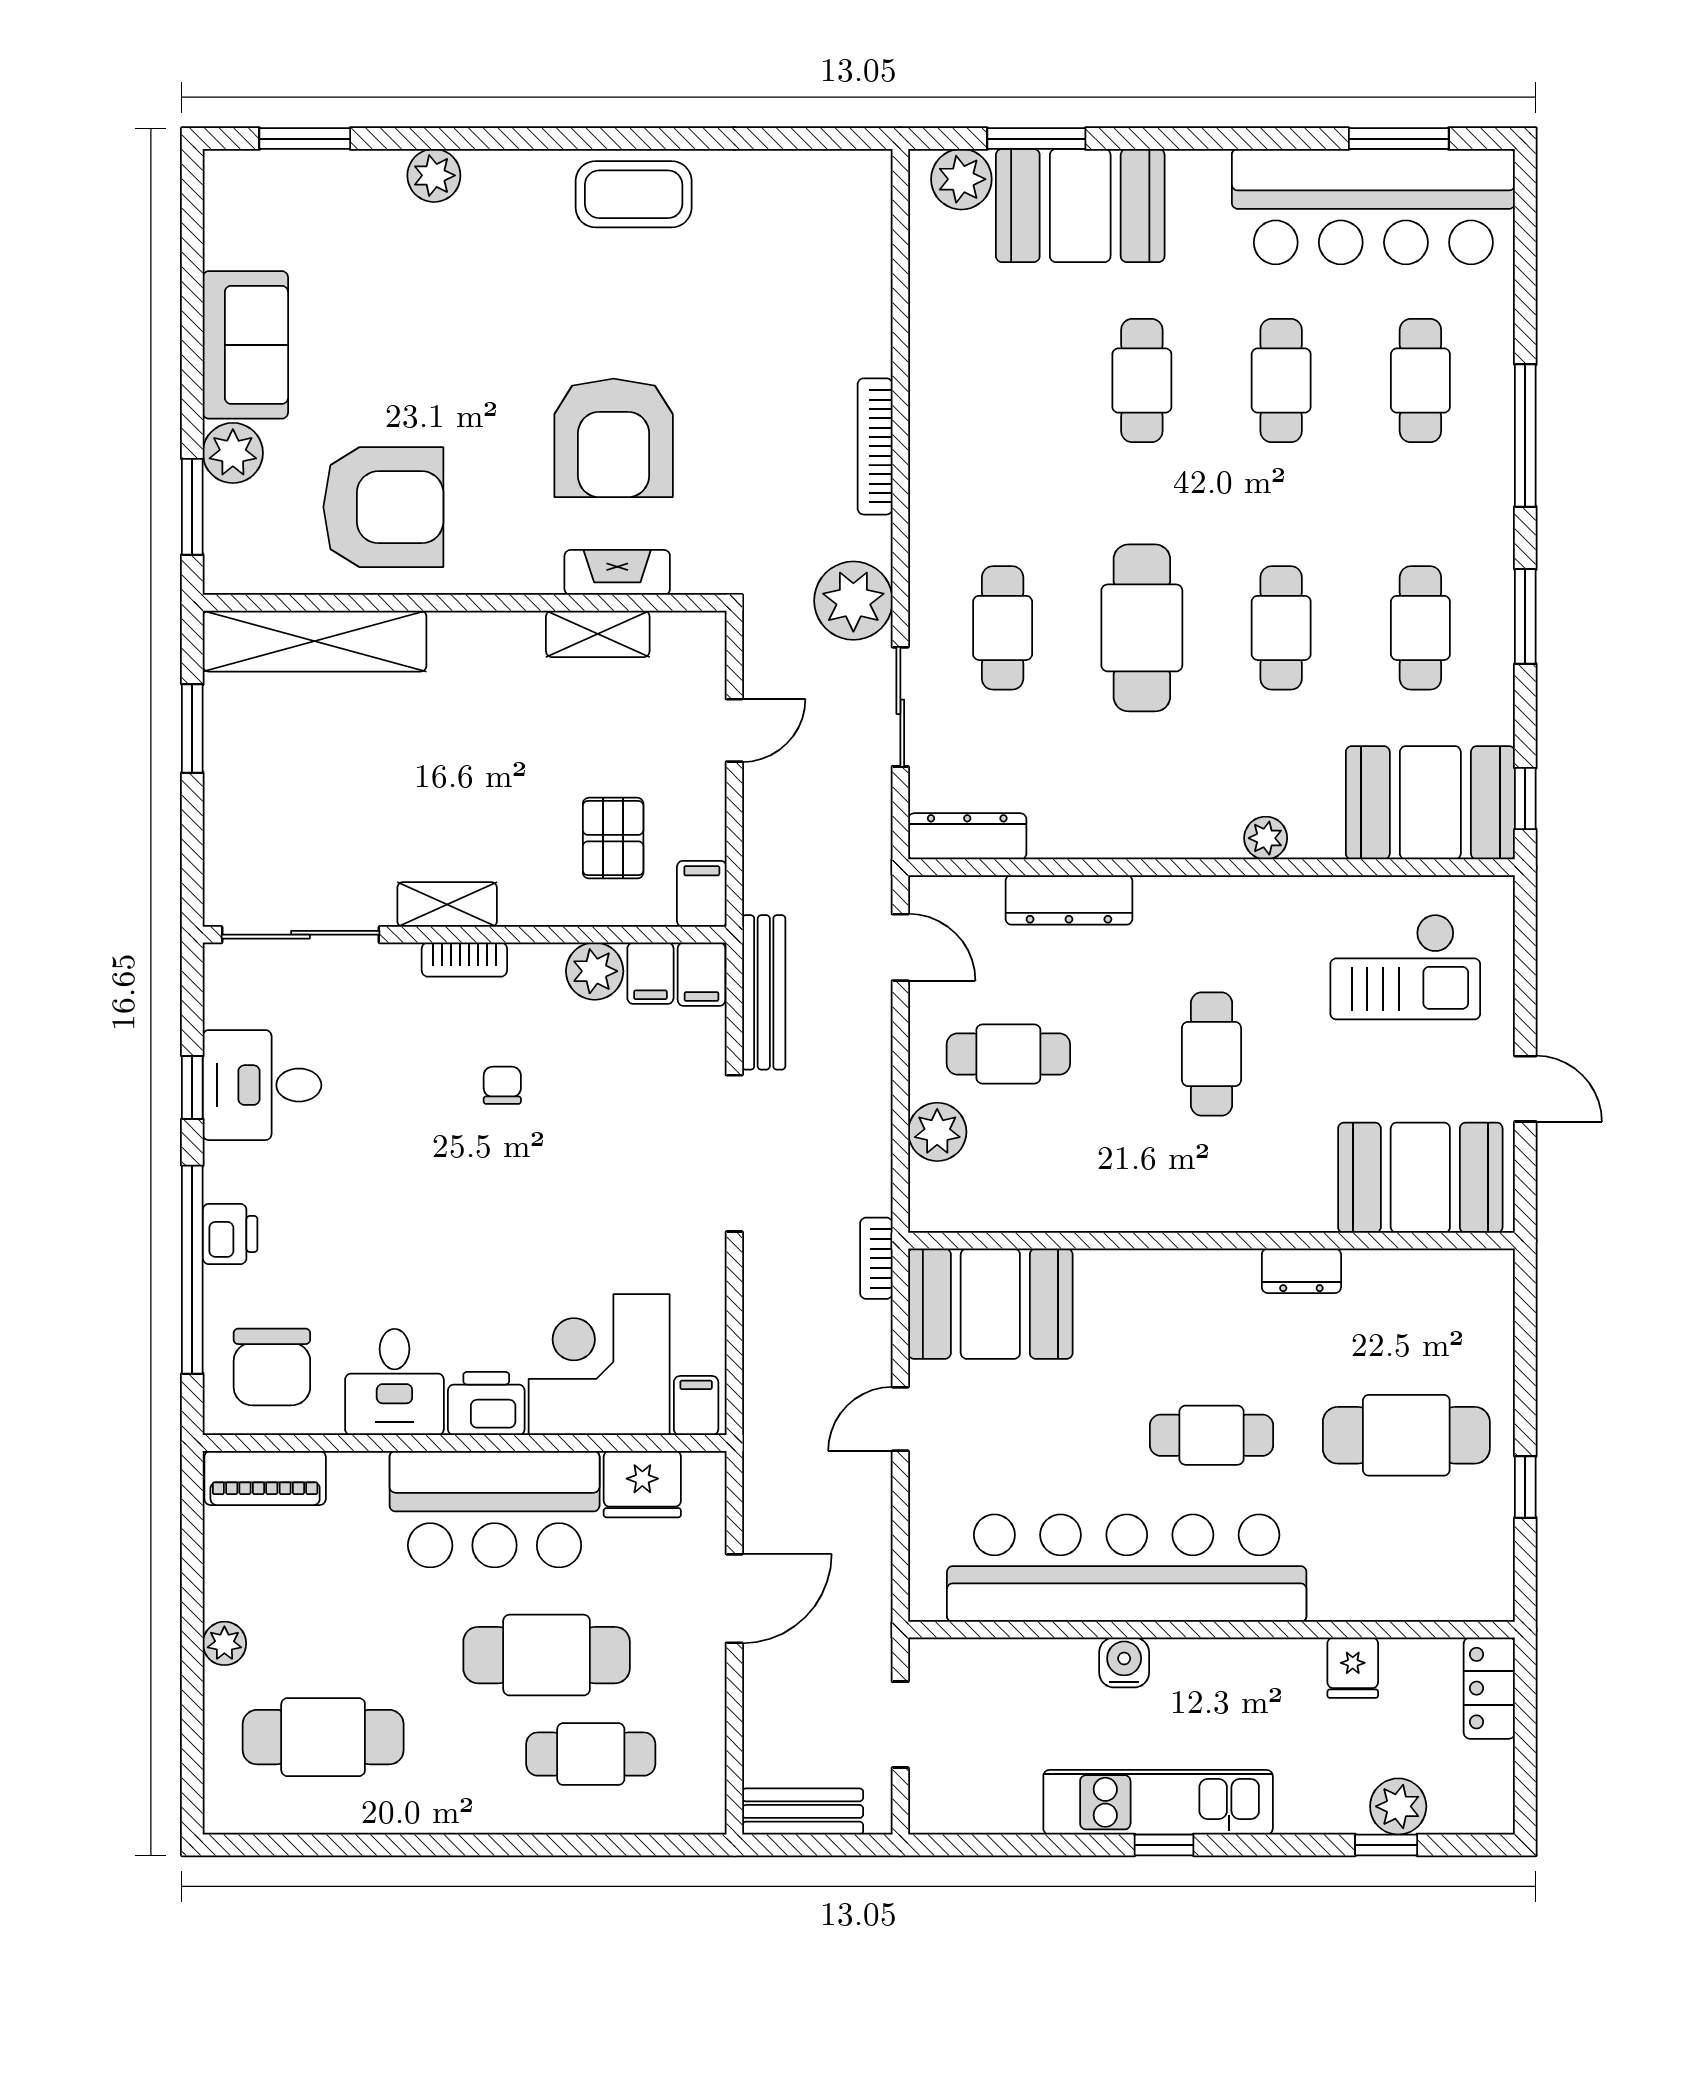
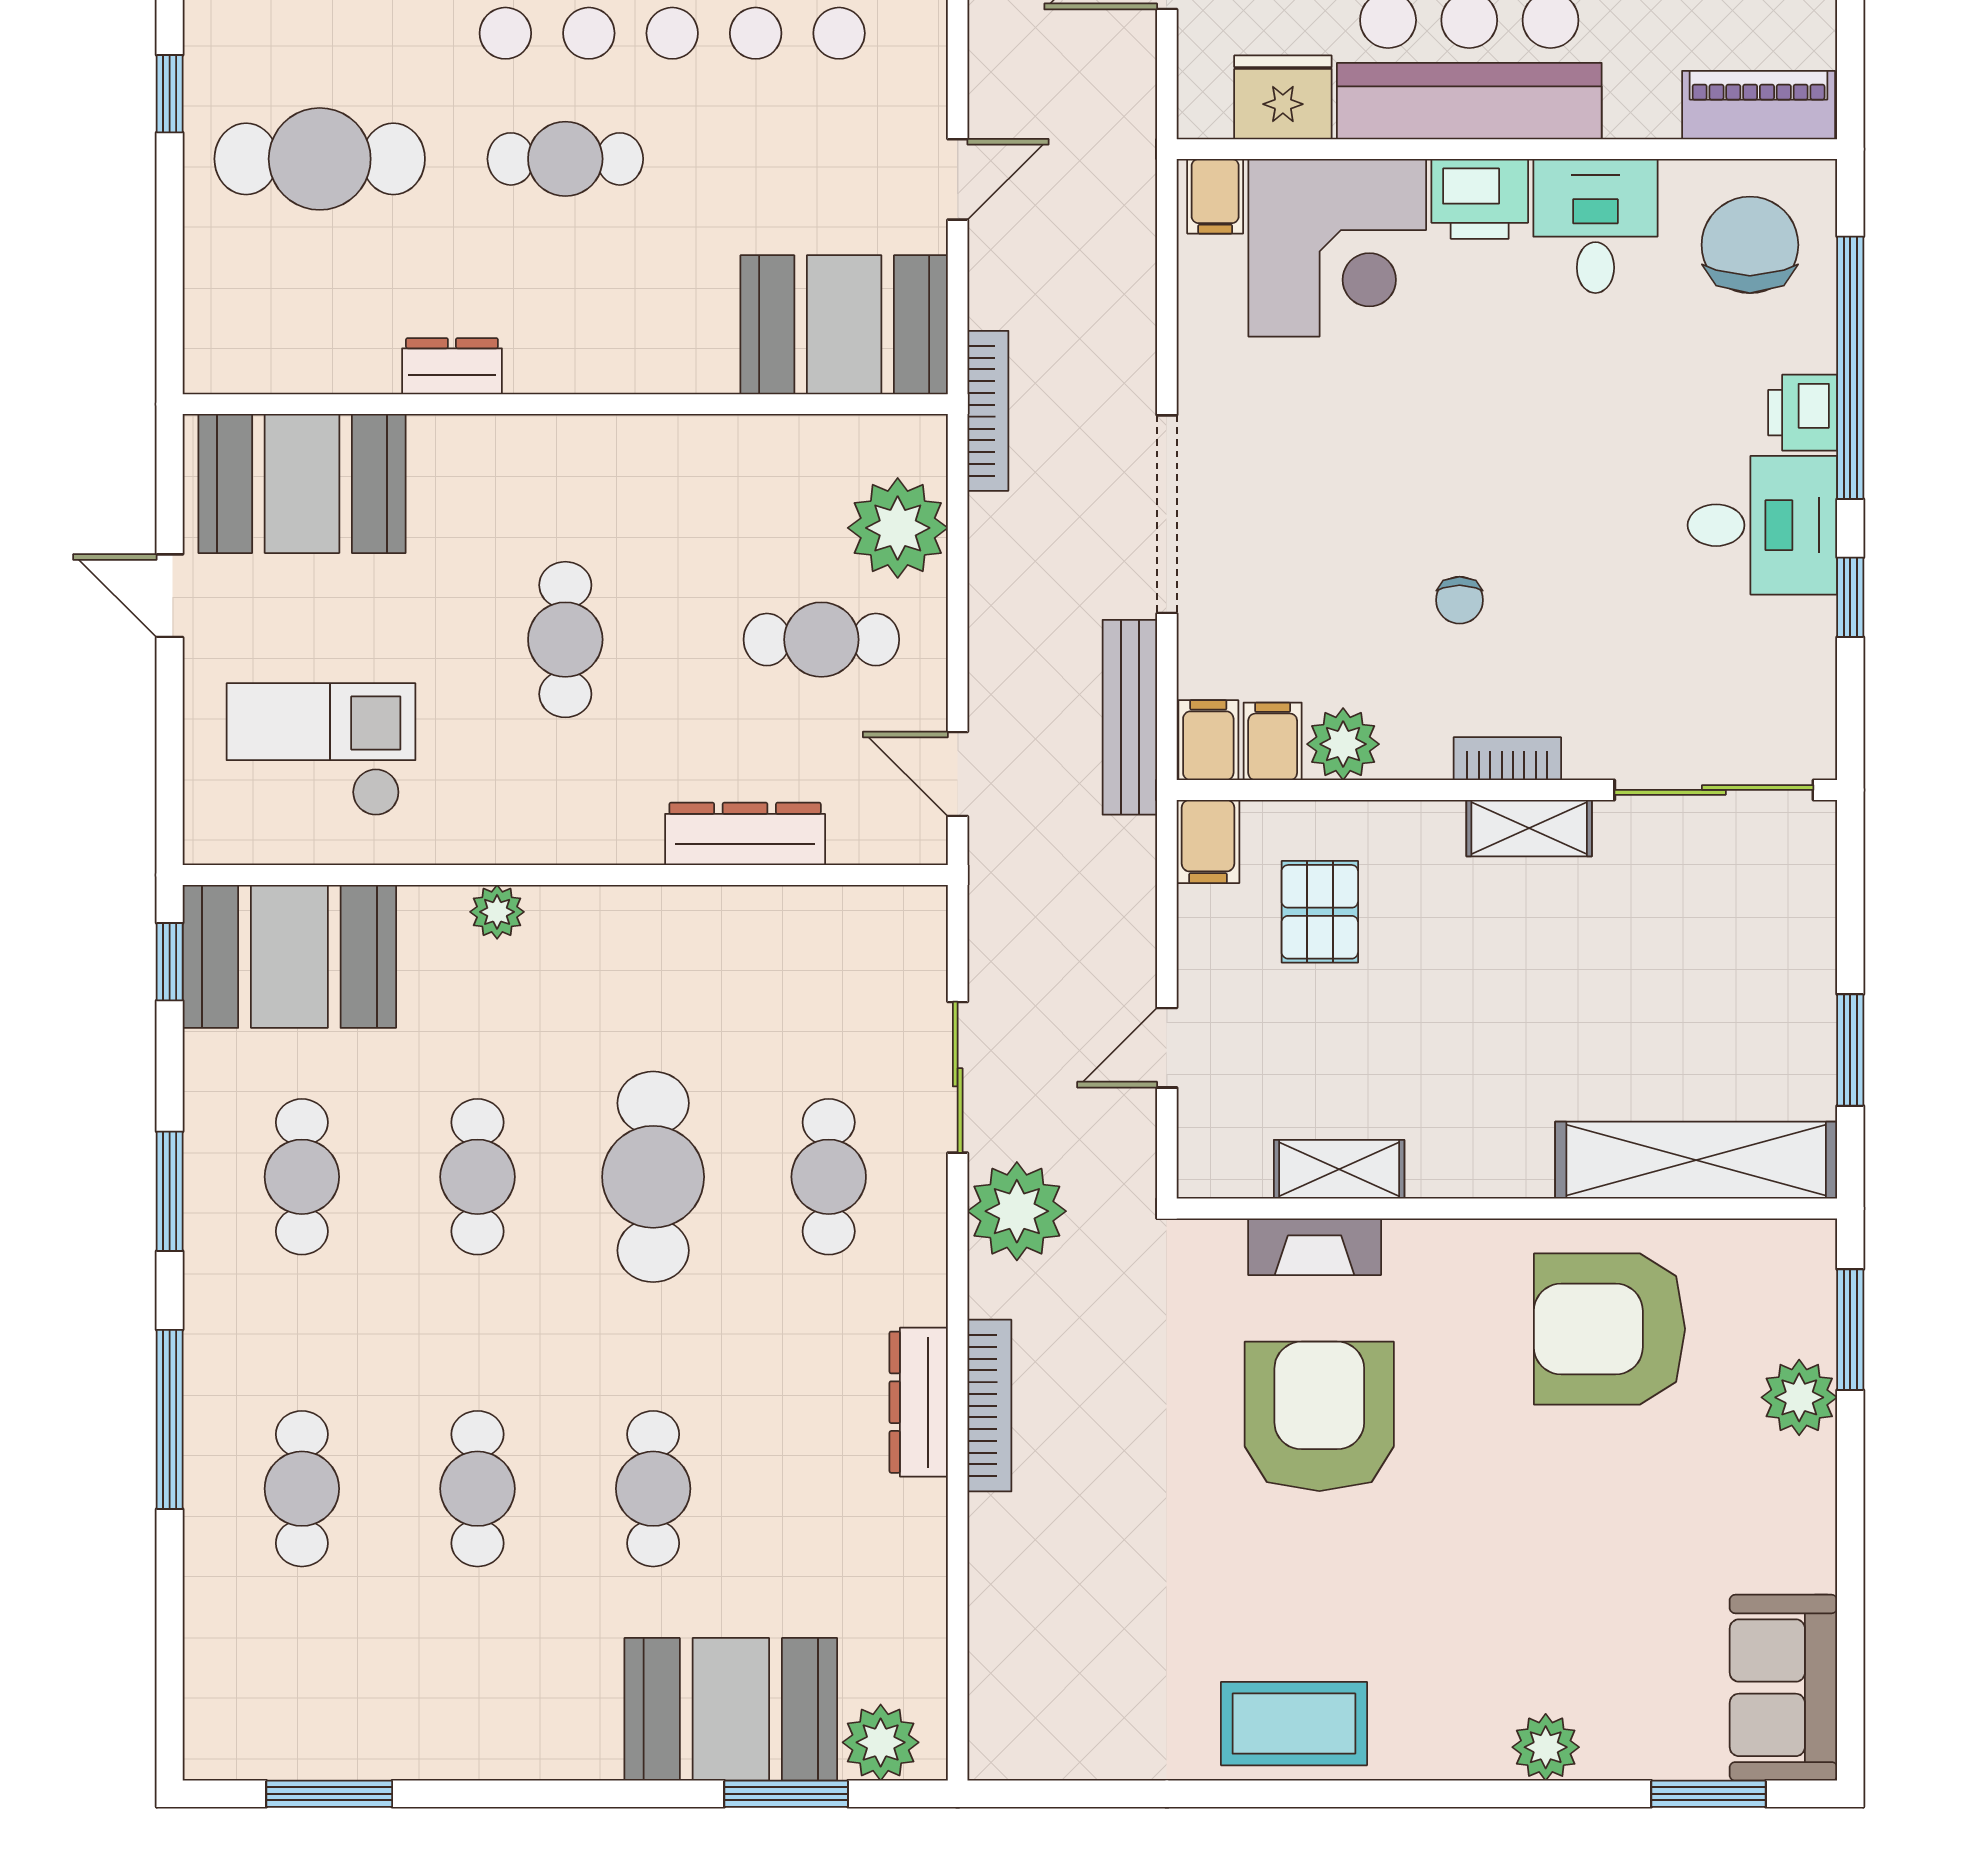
bar counter: (1373, 207) -> (361, 1708), removed
sofa: (245, 345) -> (1783, 1688), moved
dresser: (967, 836) -> (919, 1402), moved, turned 90
desk: (262, 1085) -> (1762, 525), moved
plant: (937, 1132) -> (898, 528), width x1.36, depth x1.36
bookcase: (876, 1258) -> (988, 411), width x1.56

